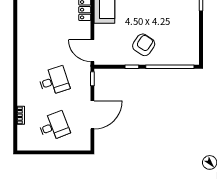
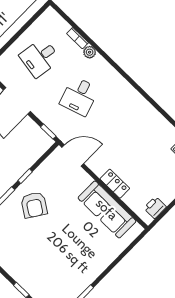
plant: (22, 100) -> (90, 52), added
desk: (54, 126) -> (40, 58), turned 30

